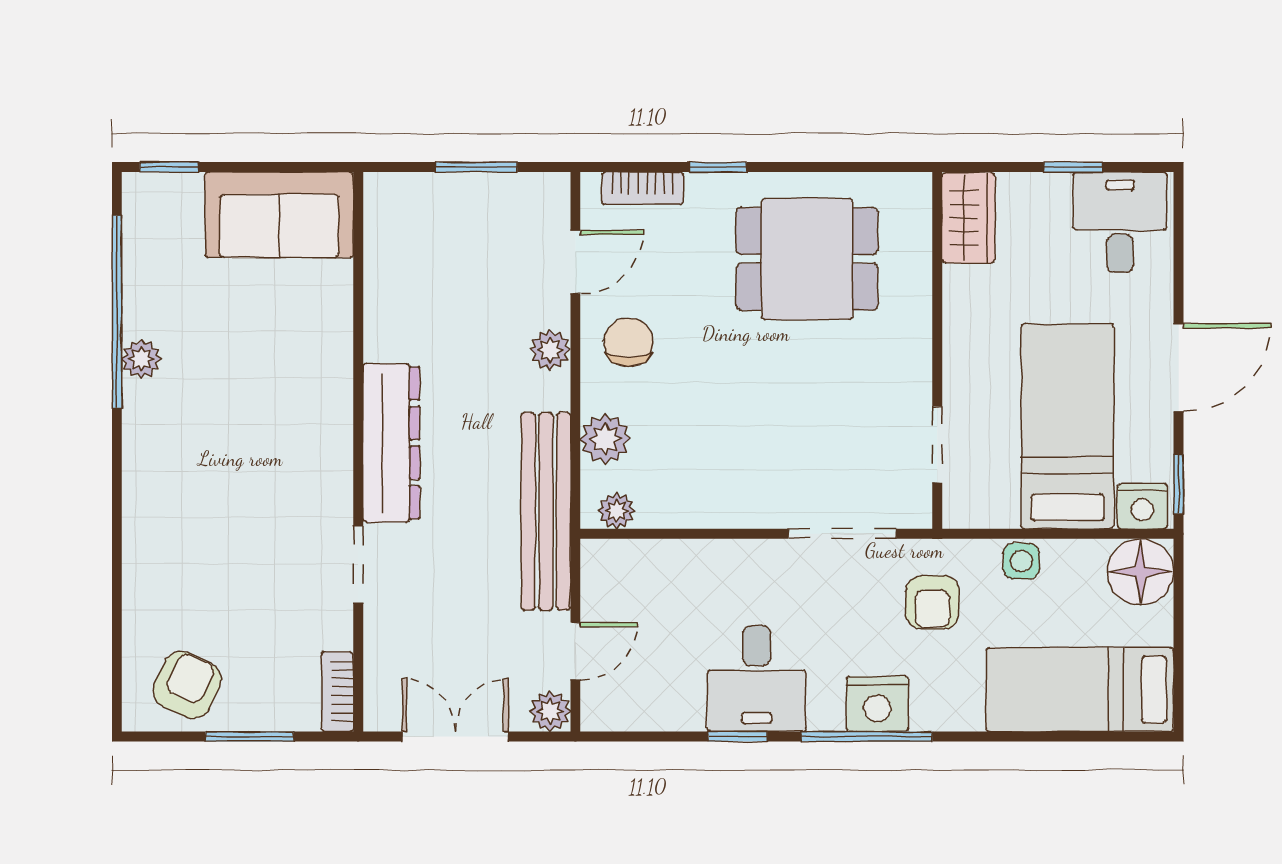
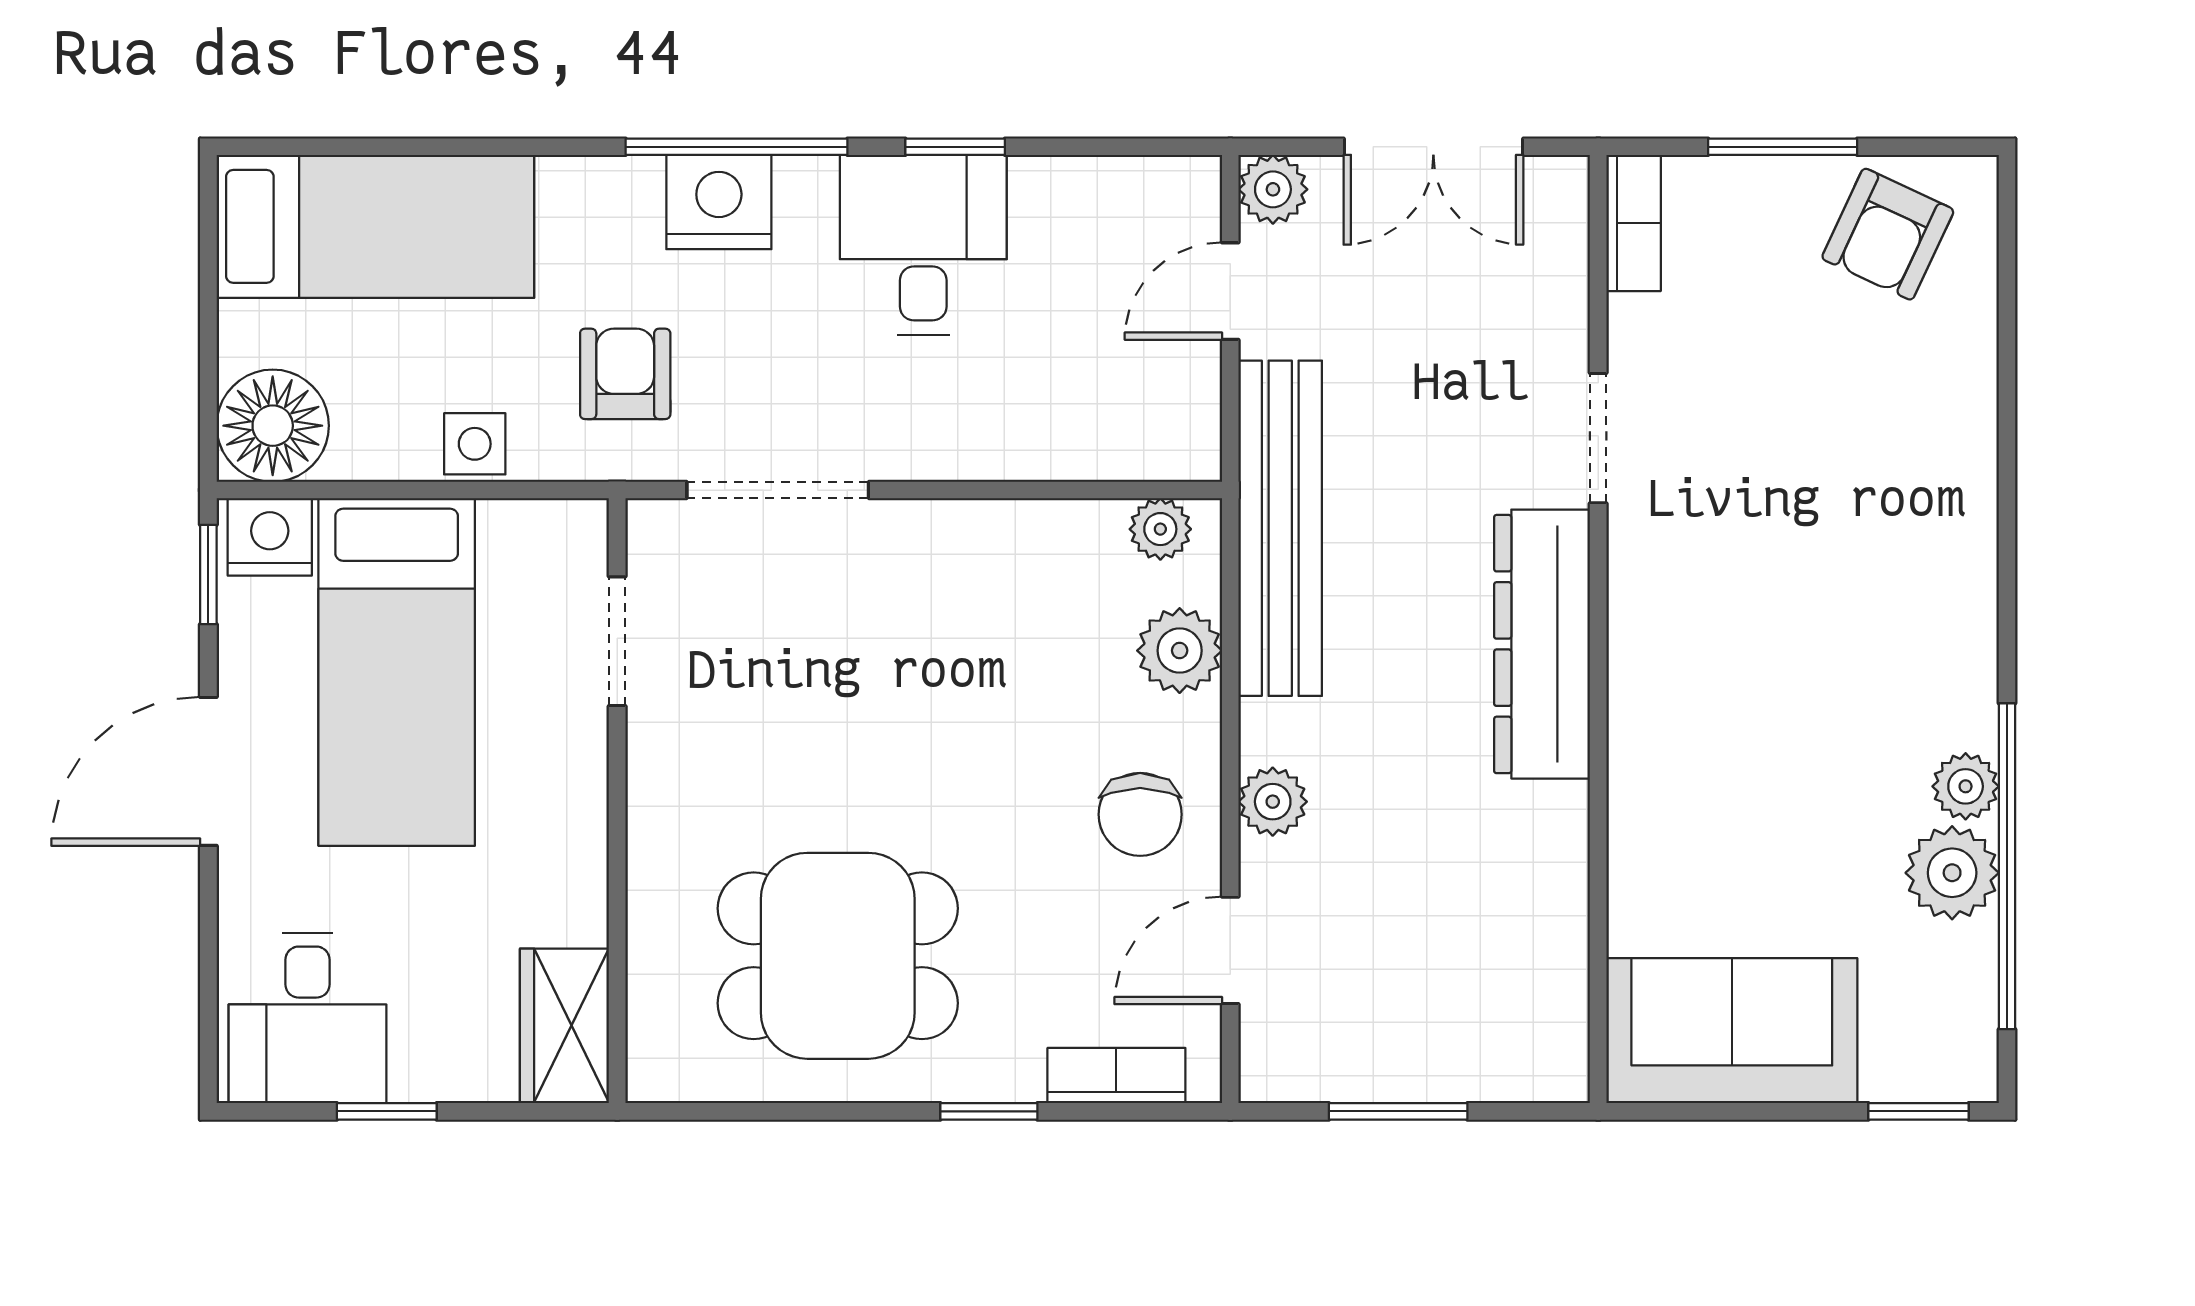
plant: (149, 308) -> (1952, 873), added

